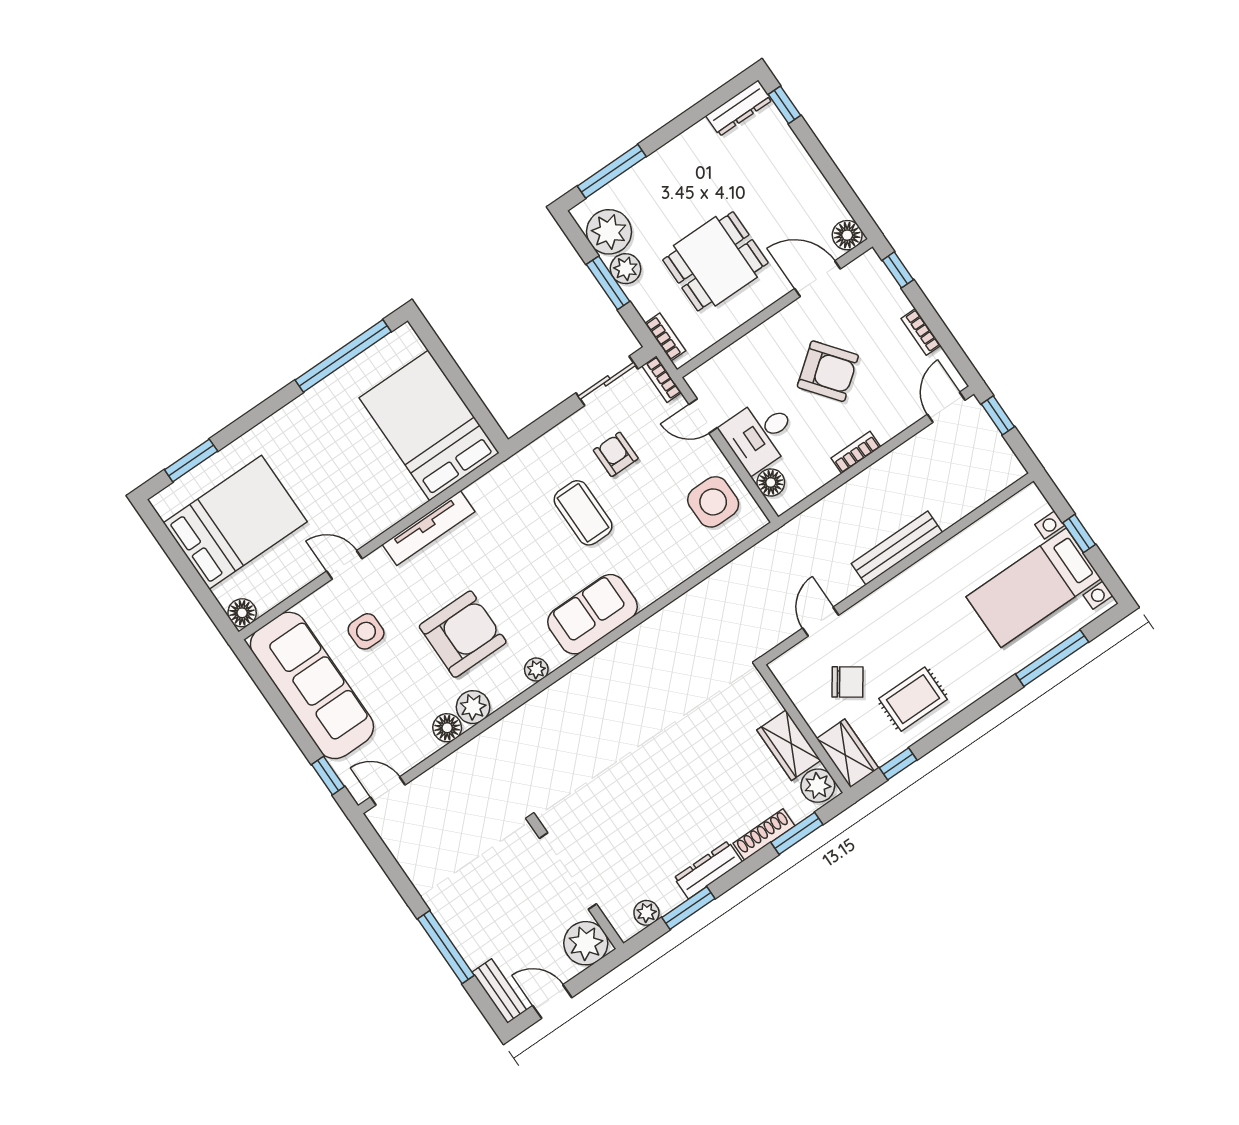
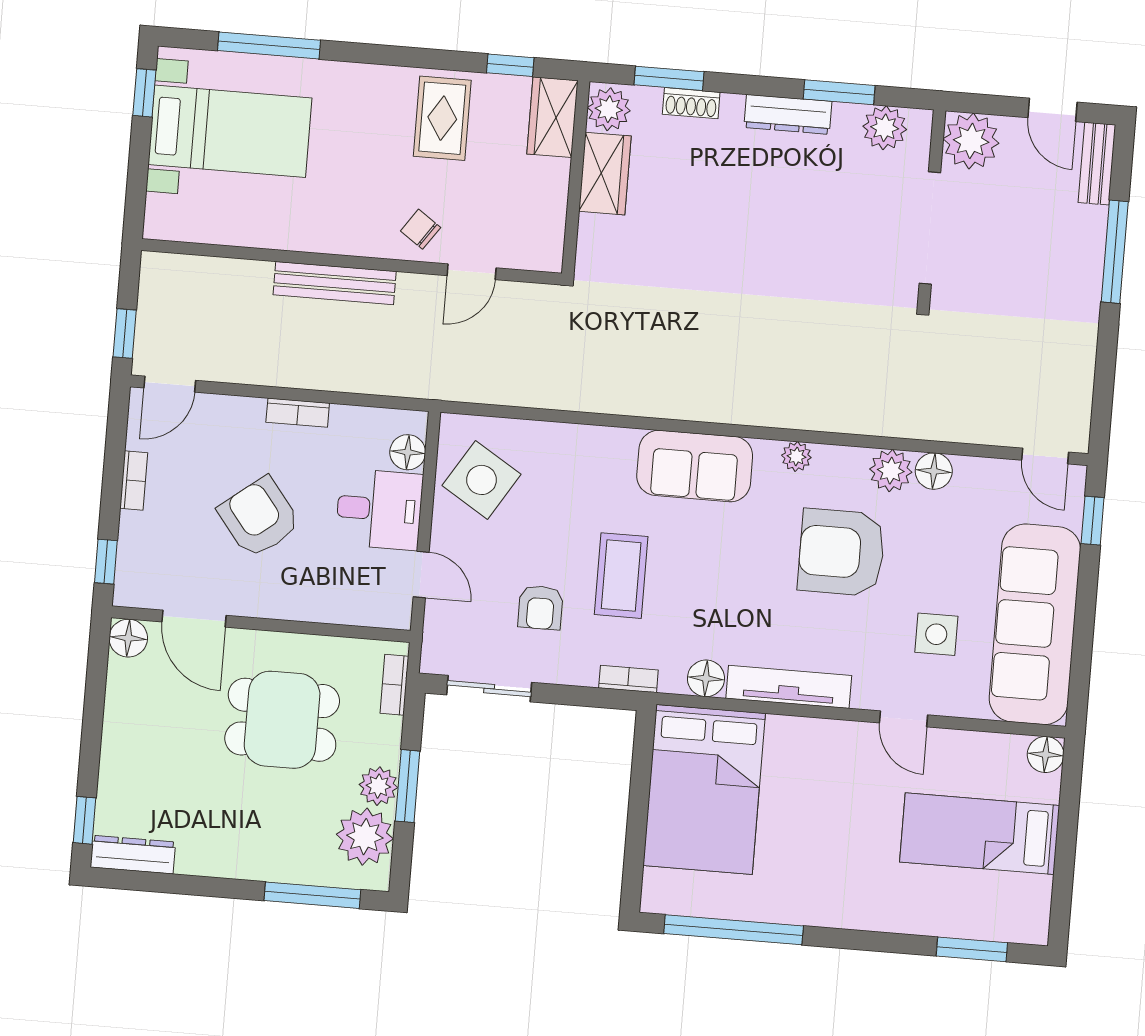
bookcase: (662, 379) -> (628, 679), moved, turned -90
floor lamp: (482, 493) -> (706, 678), added
side table: (713, 502) -> (482, 480), turned 32
bed: (235, 522) -> (980, 834), width x0.67
window: (1079, 534) -> (144, 93), moved
chair: (848, 682) -> (421, 229), moved, width x0.73, depth x0.73
rug: (913, 699) -> (442, 118), turned 90
shoe rack: (764, 835) -> (691, 103), width x0.70
plant: (646, 913) -> (885, 128), width x1.38, depth x1.38

